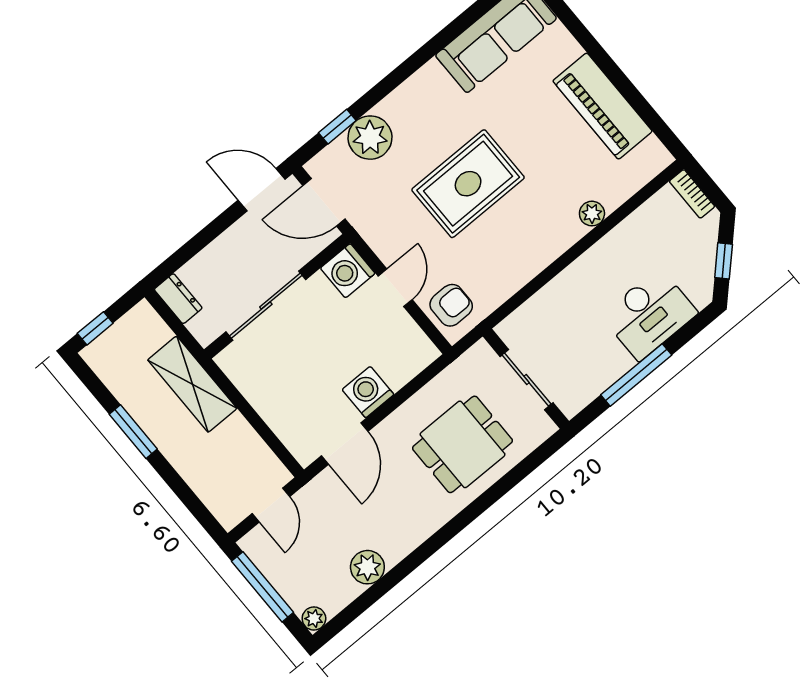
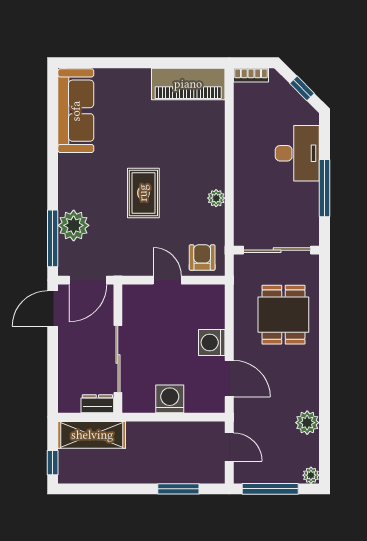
piano: (603, 106) -> (188, 84), moved
window: (337, 127) -> (53, 238), width x2.17
rug: (468, 184) -> (143, 193), width x0.73, depth x0.70
plant: (592, 214) -> (216, 198), moved
washing machine: (348, 271) -> (170, 399), moved, turned 180
dresser: (178, 299) -> (97, 404), moved
sliding door: (527, 380) -> (277, 250), width x1.37
shelving: (192, 384) -> (92, 435), moved
window: (133, 432) -> (178, 489), moved

